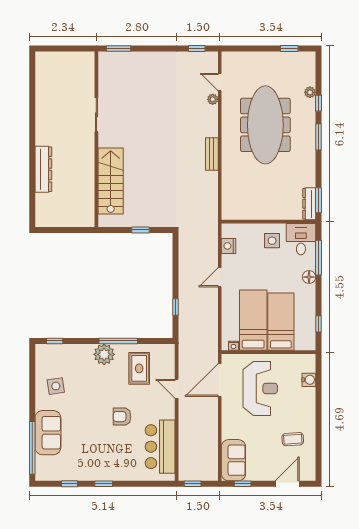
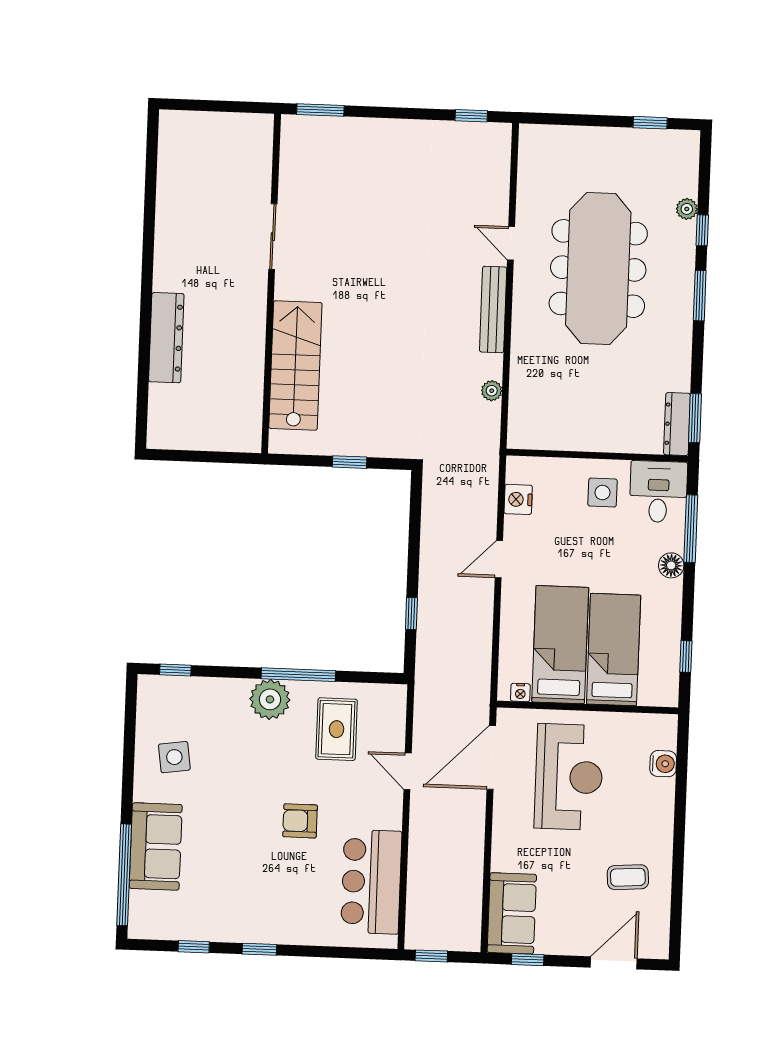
door: (220, 82) -> (511, 243), moved
plant: (213, 99) -> (492, 391), moved
bench: (212, 154) -> (493, 309), width x1.36

